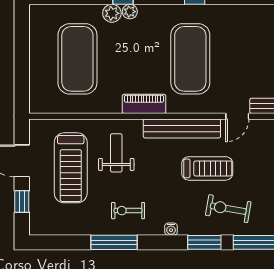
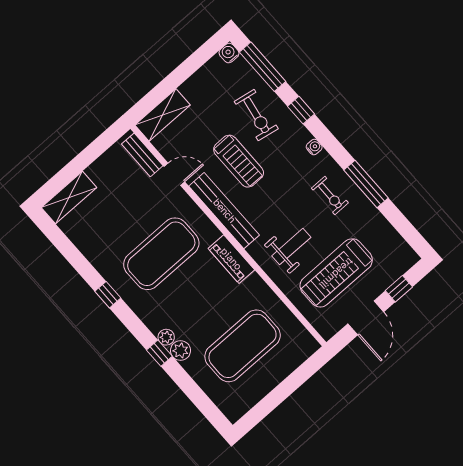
weight bench: (116, 153) -> (291, 247), turned 180
treadmill: (71, 168) -> (336, 273), turned 180
treadmill: (207, 168) -> (239, 161), turned 180
window: (204, 242) -> (301, 110), width x0.67

